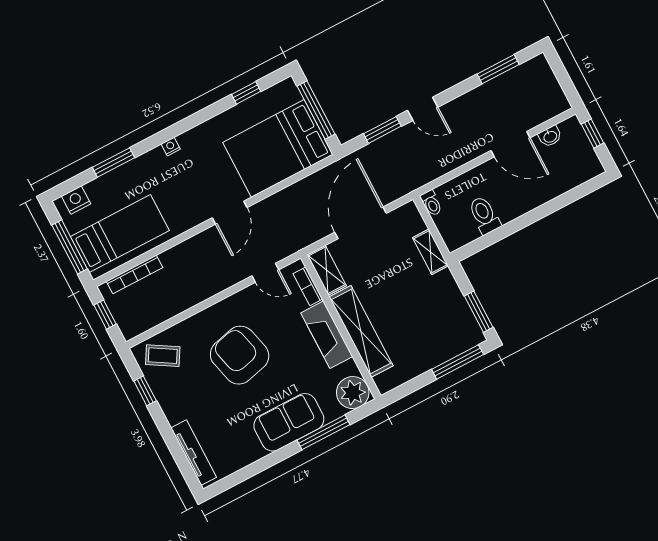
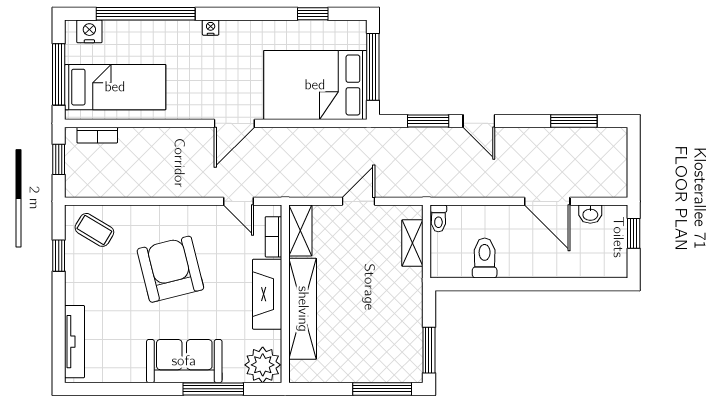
window: (113, 163) -> (146, 14), width x2.11
door: (361, 223) -> (358, 201), width x0.53
shelving: (430, 252) -> (412, 243), moved
bookcase: (135, 274) -> (97, 135), width x0.64

